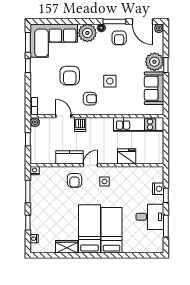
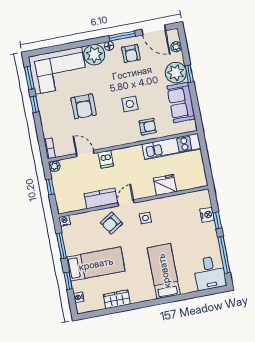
plant: (159, 28) -> (176, 47), moved
armchair: (90, 99) -> (148, 127), moved
armchair: (74, 180) -> (111, 223), turned 58
desk: (150, 217) -> (210, 273), moved, turned 90
window: (166, 226) -> (224, 255), width x1.44
bed: (89, 229) -> (96, 264), moved, turned 90

